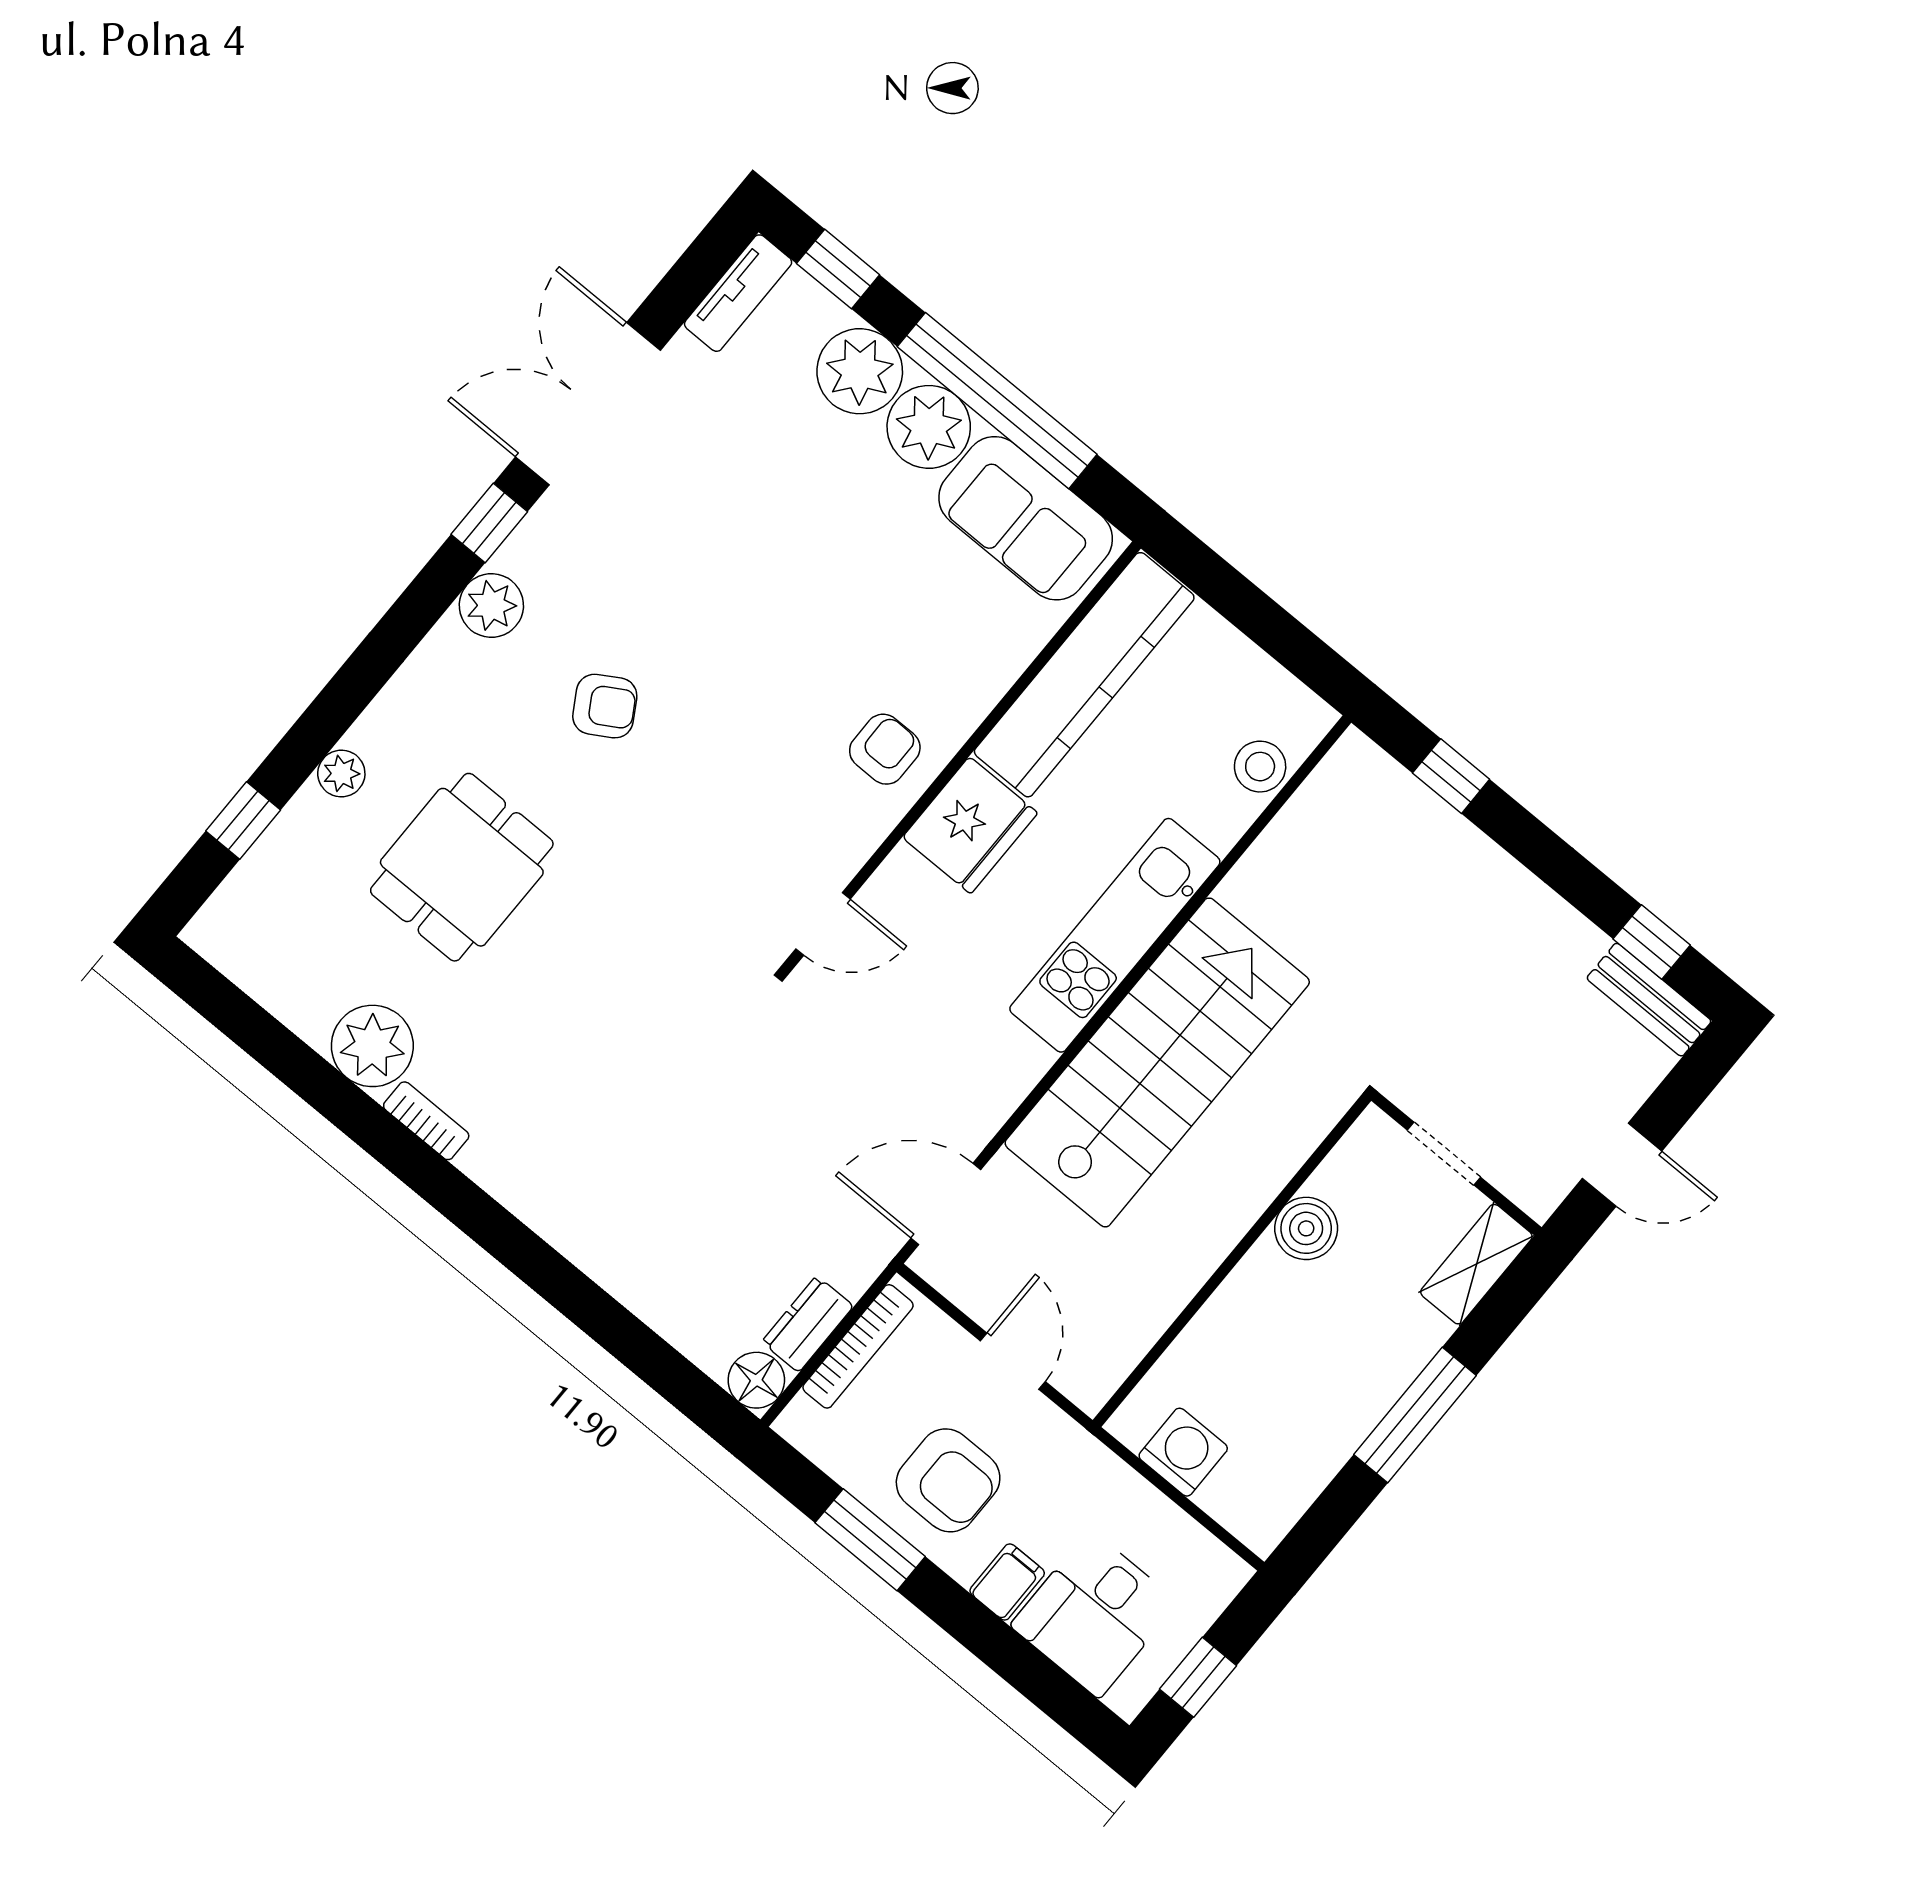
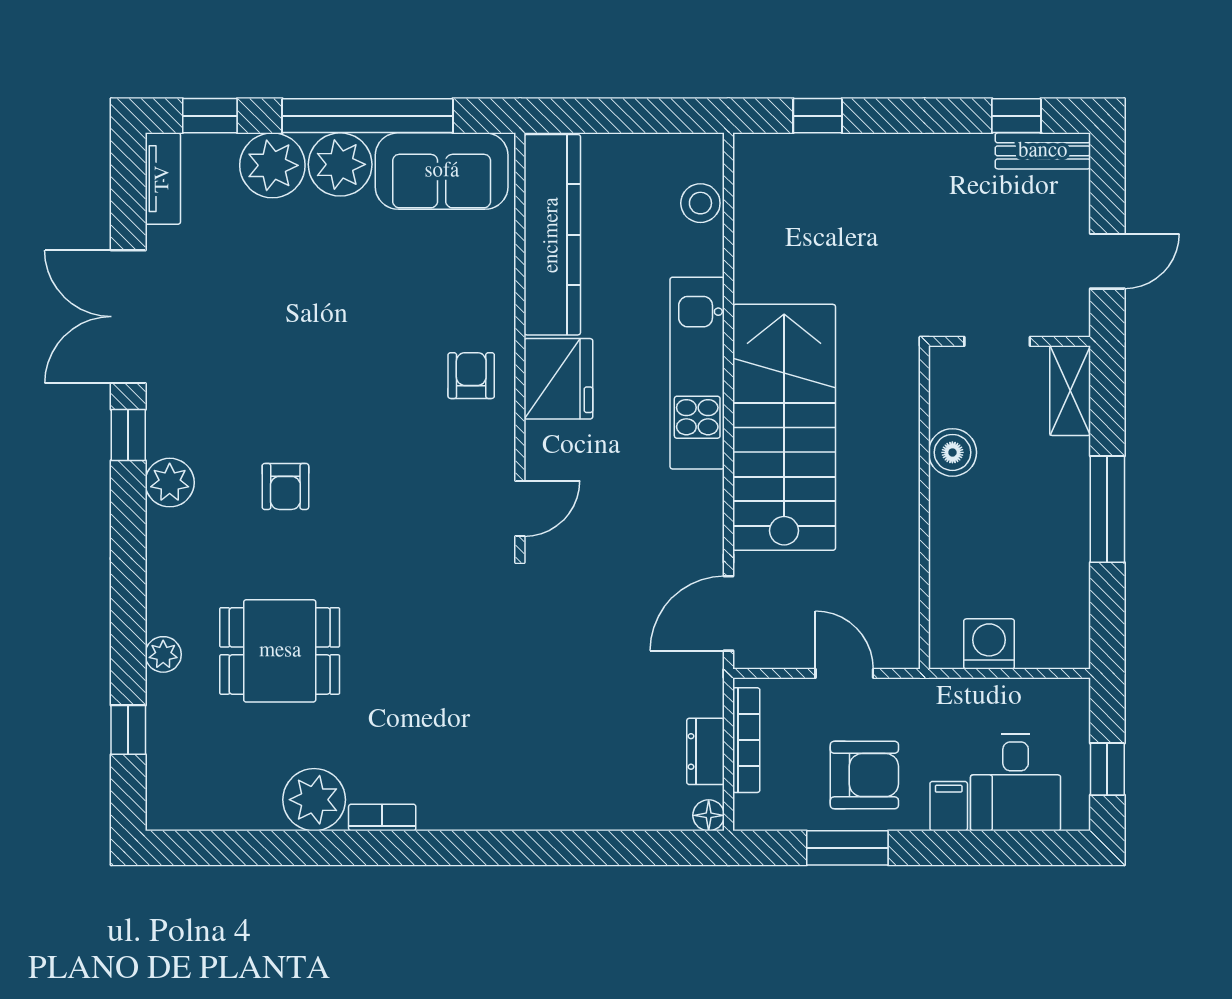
armchair: (605, 706) -> (285, 486), turned 121
dining table: (462, 867) -> (280, 651), turned 90
floor lamp: (756, 1380) -> (709, 815), width x0.73, depth x0.73

